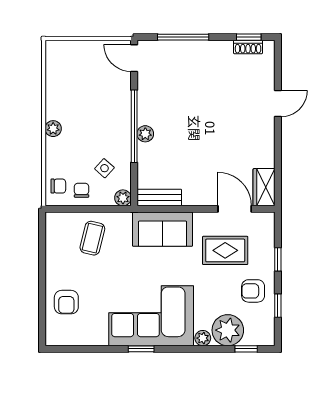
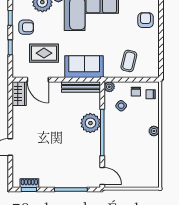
plant: (145, 134) -> (90, 123), width x1.88, depth x1.88
bench: (159, 197) -> (81, 87), width x1.36

